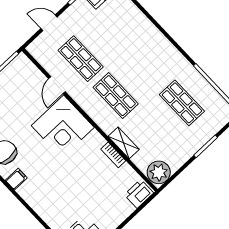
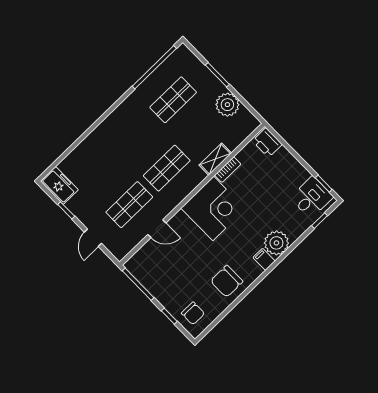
corner desk: (63, 127) -> (213, 209), moved
plant: (159, 172) -> (227, 105), moved
filing cabinet: (16, 179) -> (264, 259), moved
plant: (41, 201) -> (276, 243), added

